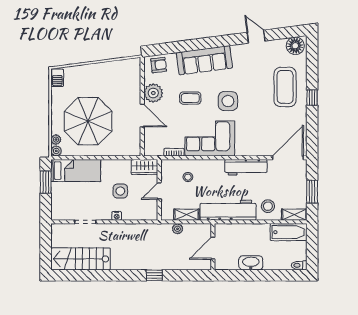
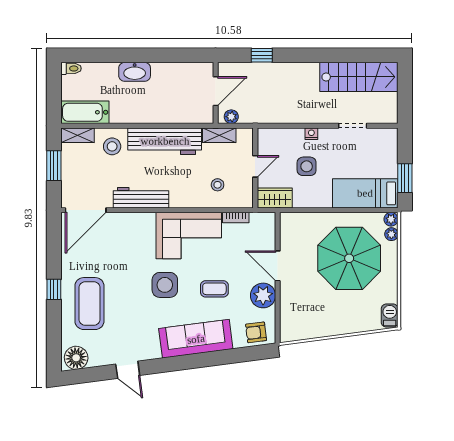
wall: (213, 247) -> (216, 93), moved
door: (213, 248) -> (216, 91), moved

